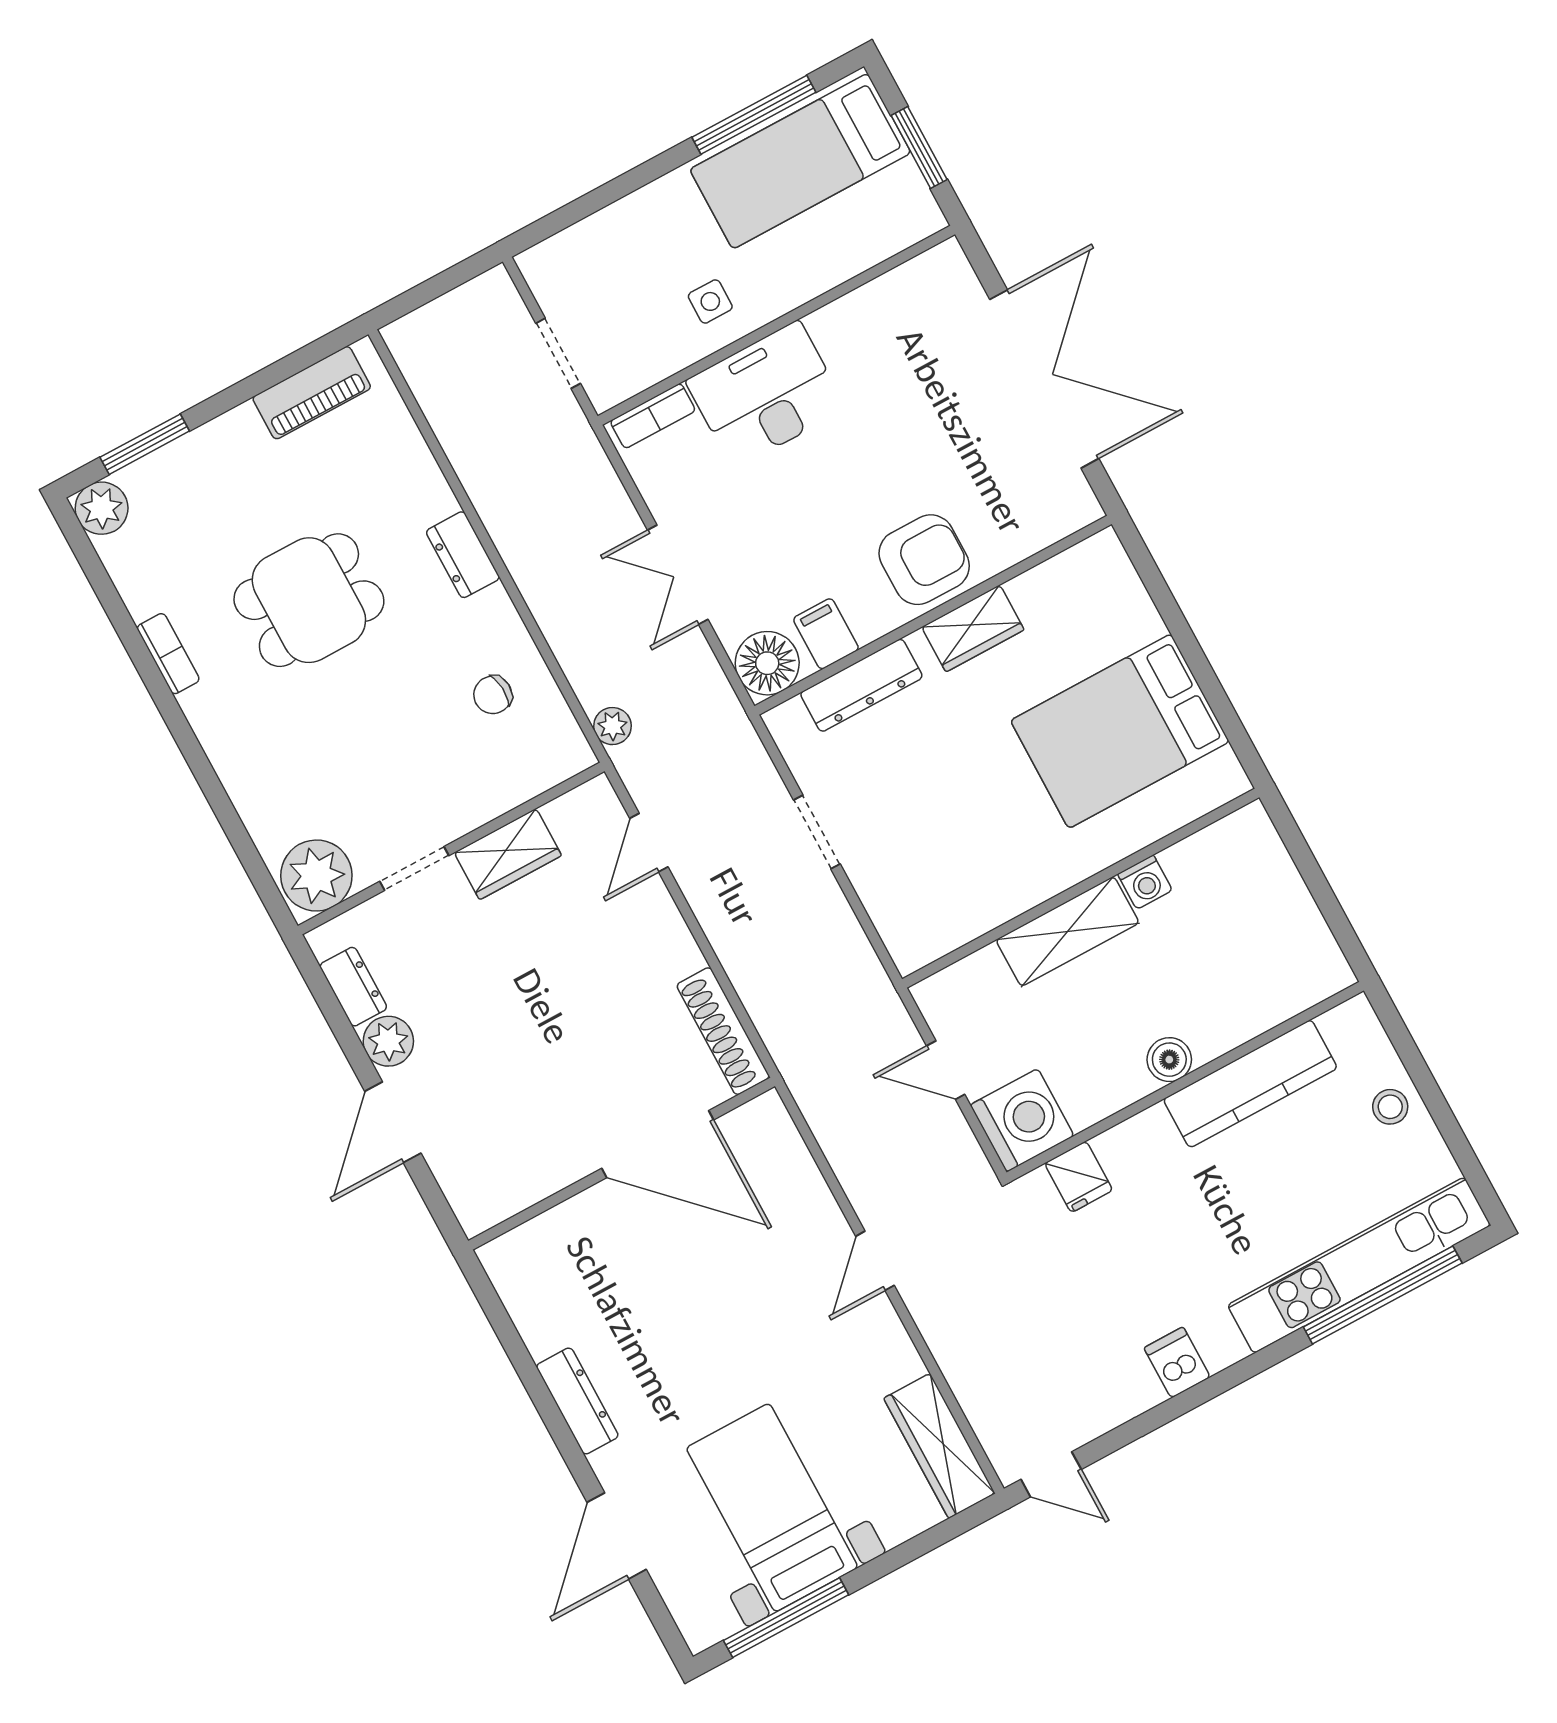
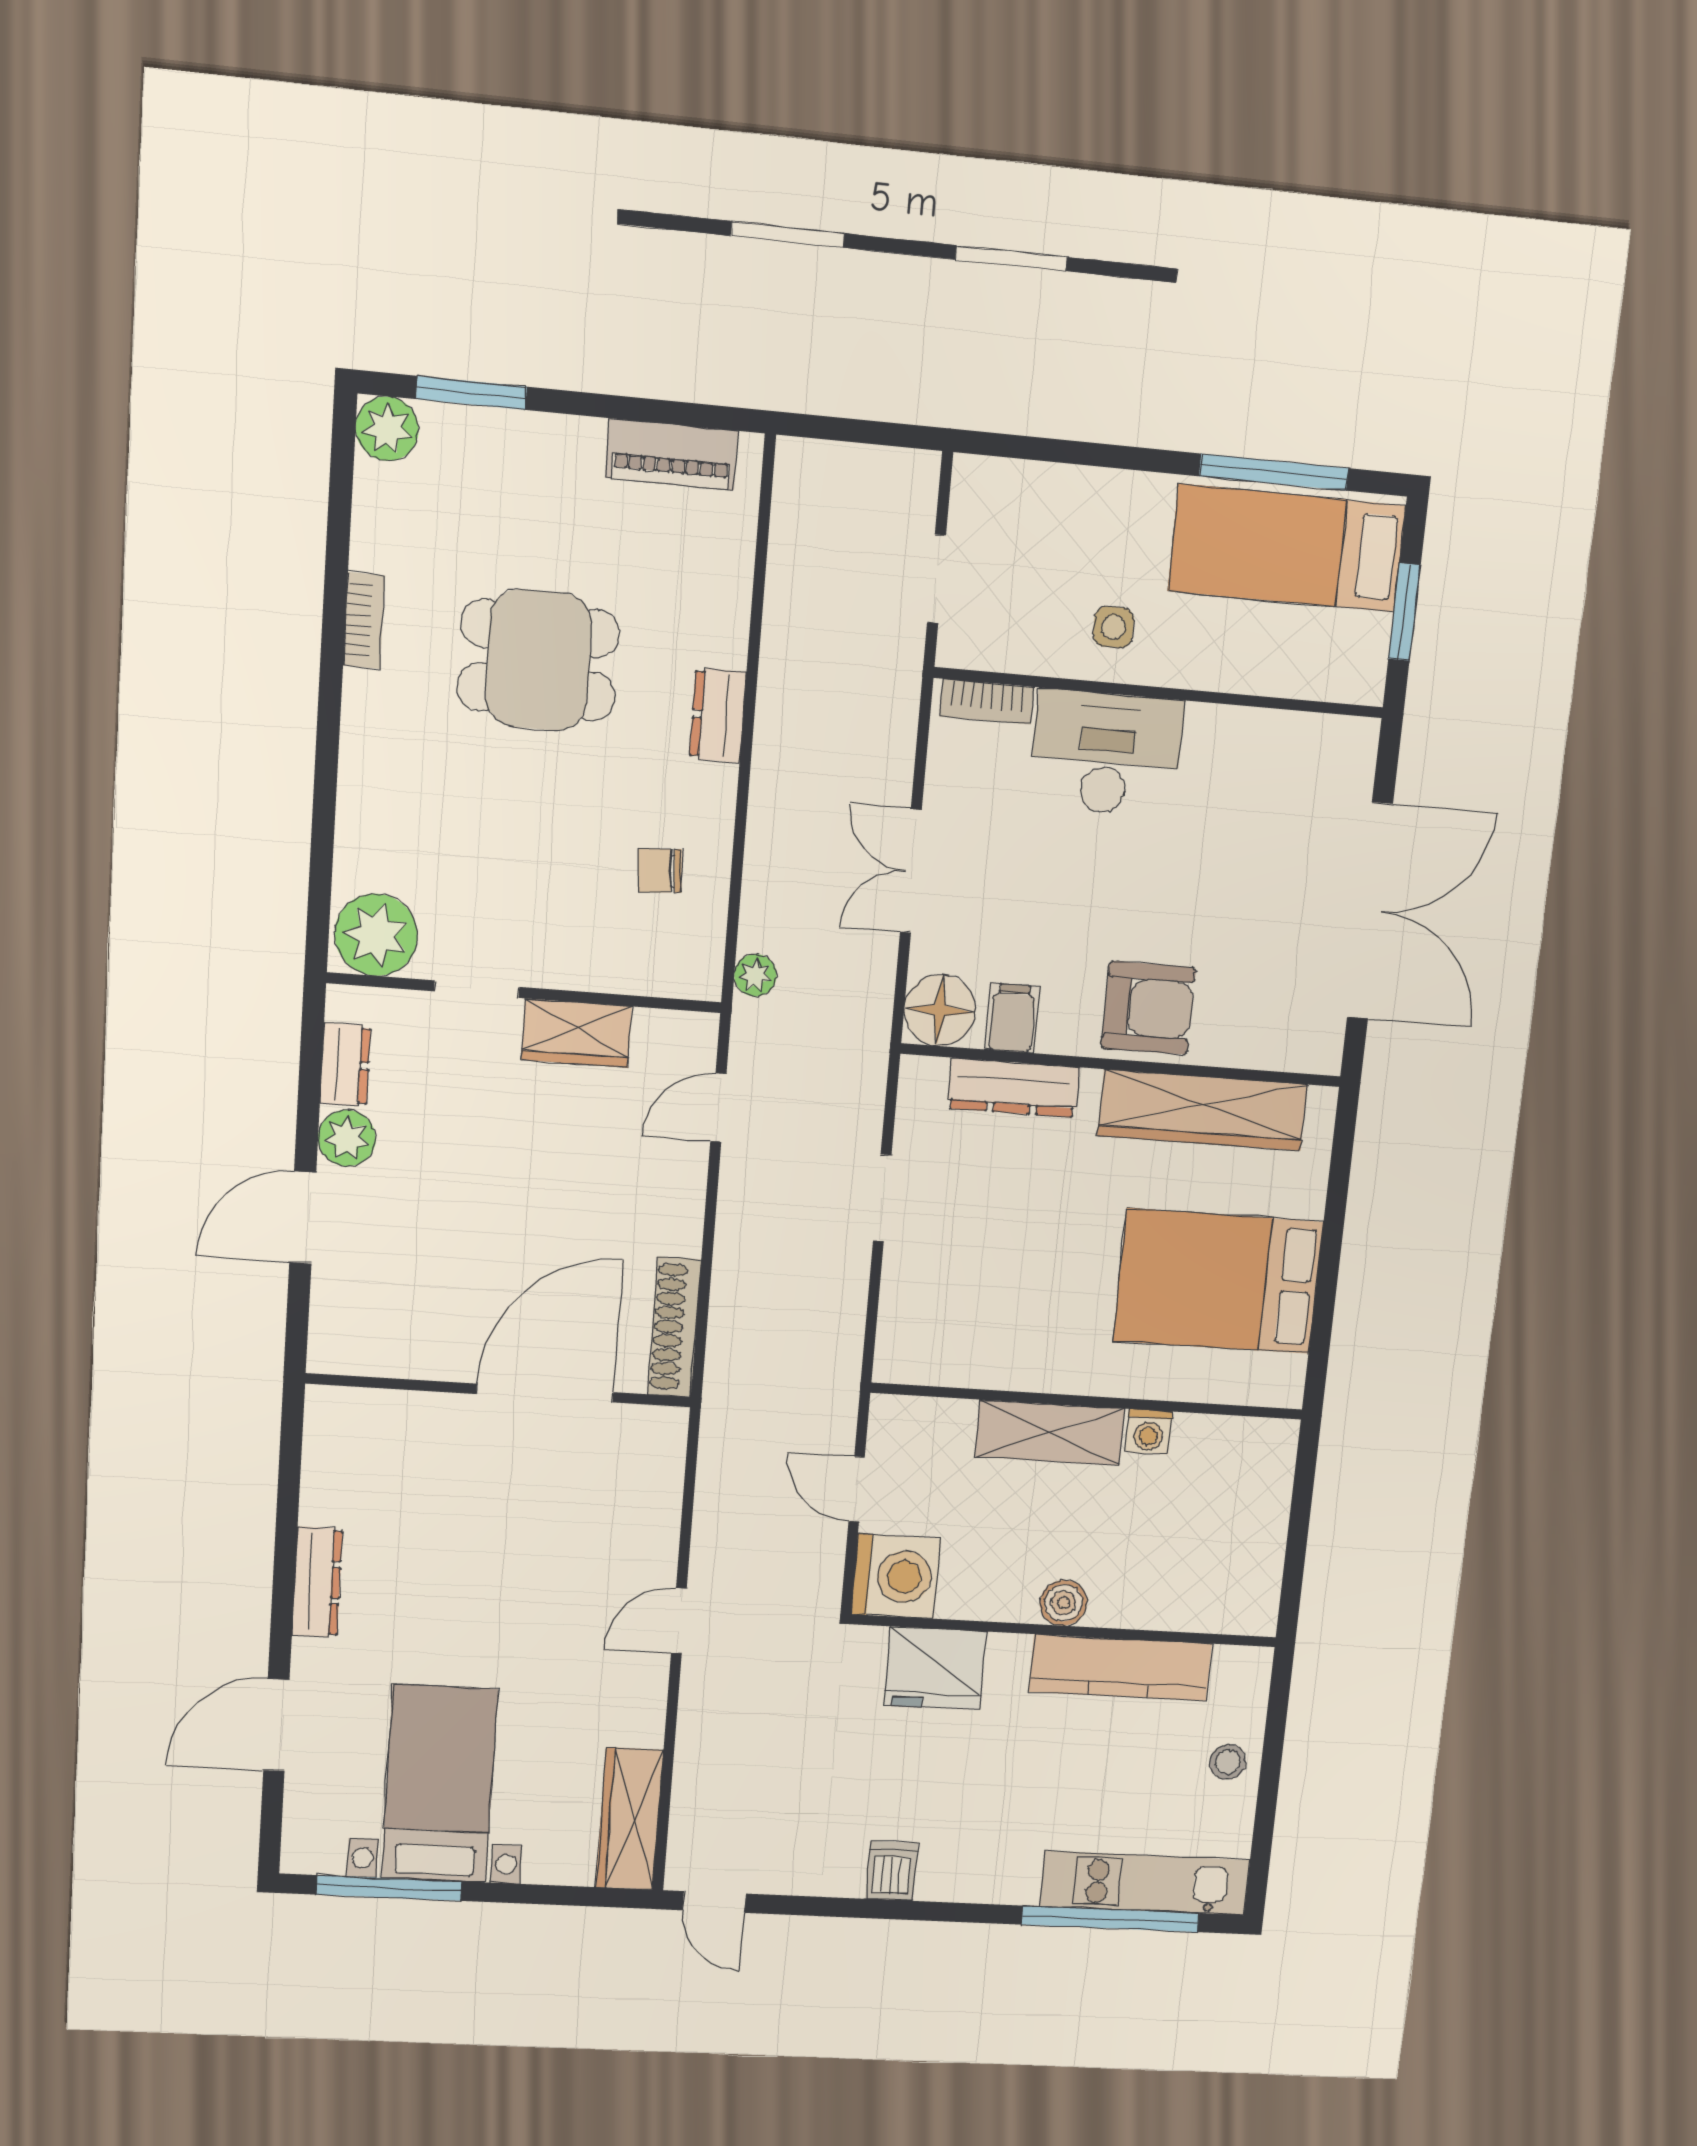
wardrobe: (973, 628) -> (1203, 1110), width x2.10, depth x1.17
door: (658, 1144) -> (545, 1393), swing flipped
fridge: (1079, 1177) -> (935, 1668), width x1.88, depth x1.34
kitchen unit: (1359, 1265) -> (1145, 1883), width x0.73

